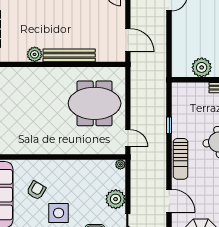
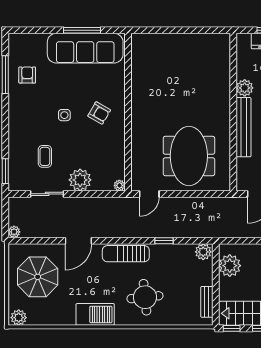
plant: (202, 67) -> (230, 266), moved
plant: (179, 91) -> (203, 252), added
armchair: (36, 190) -> (99, 113), moved
side table: (59, 213) -> (64, 115), width x0.54, depth x0.54

